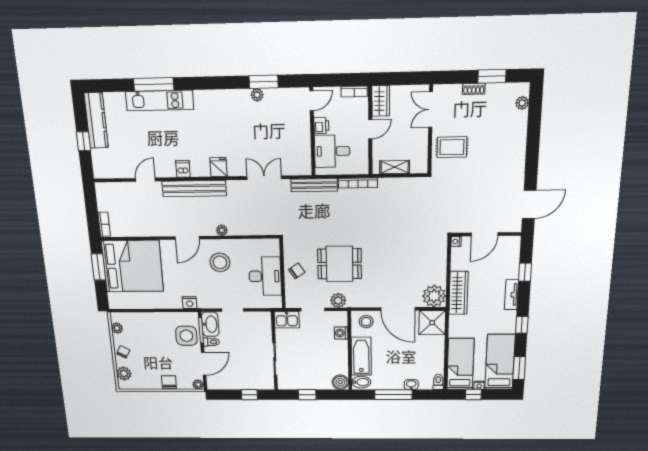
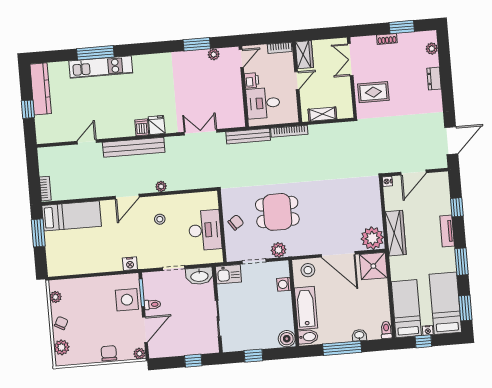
plant: (257, 95) -> (214, 54), moved
dresser: (520, 137) -> (434, 79), added
dishwasher: (183, 169) -> (142, 127), moved
stool: (220, 262) -> (160, 219), width x0.53, depth x0.53
bed: (133, 266) -> (72, 216), width x0.49
washbasin: (210, 324) -> (199, 276), moved, turned 90
window: (522, 325) -> (461, 262), width x1.50

